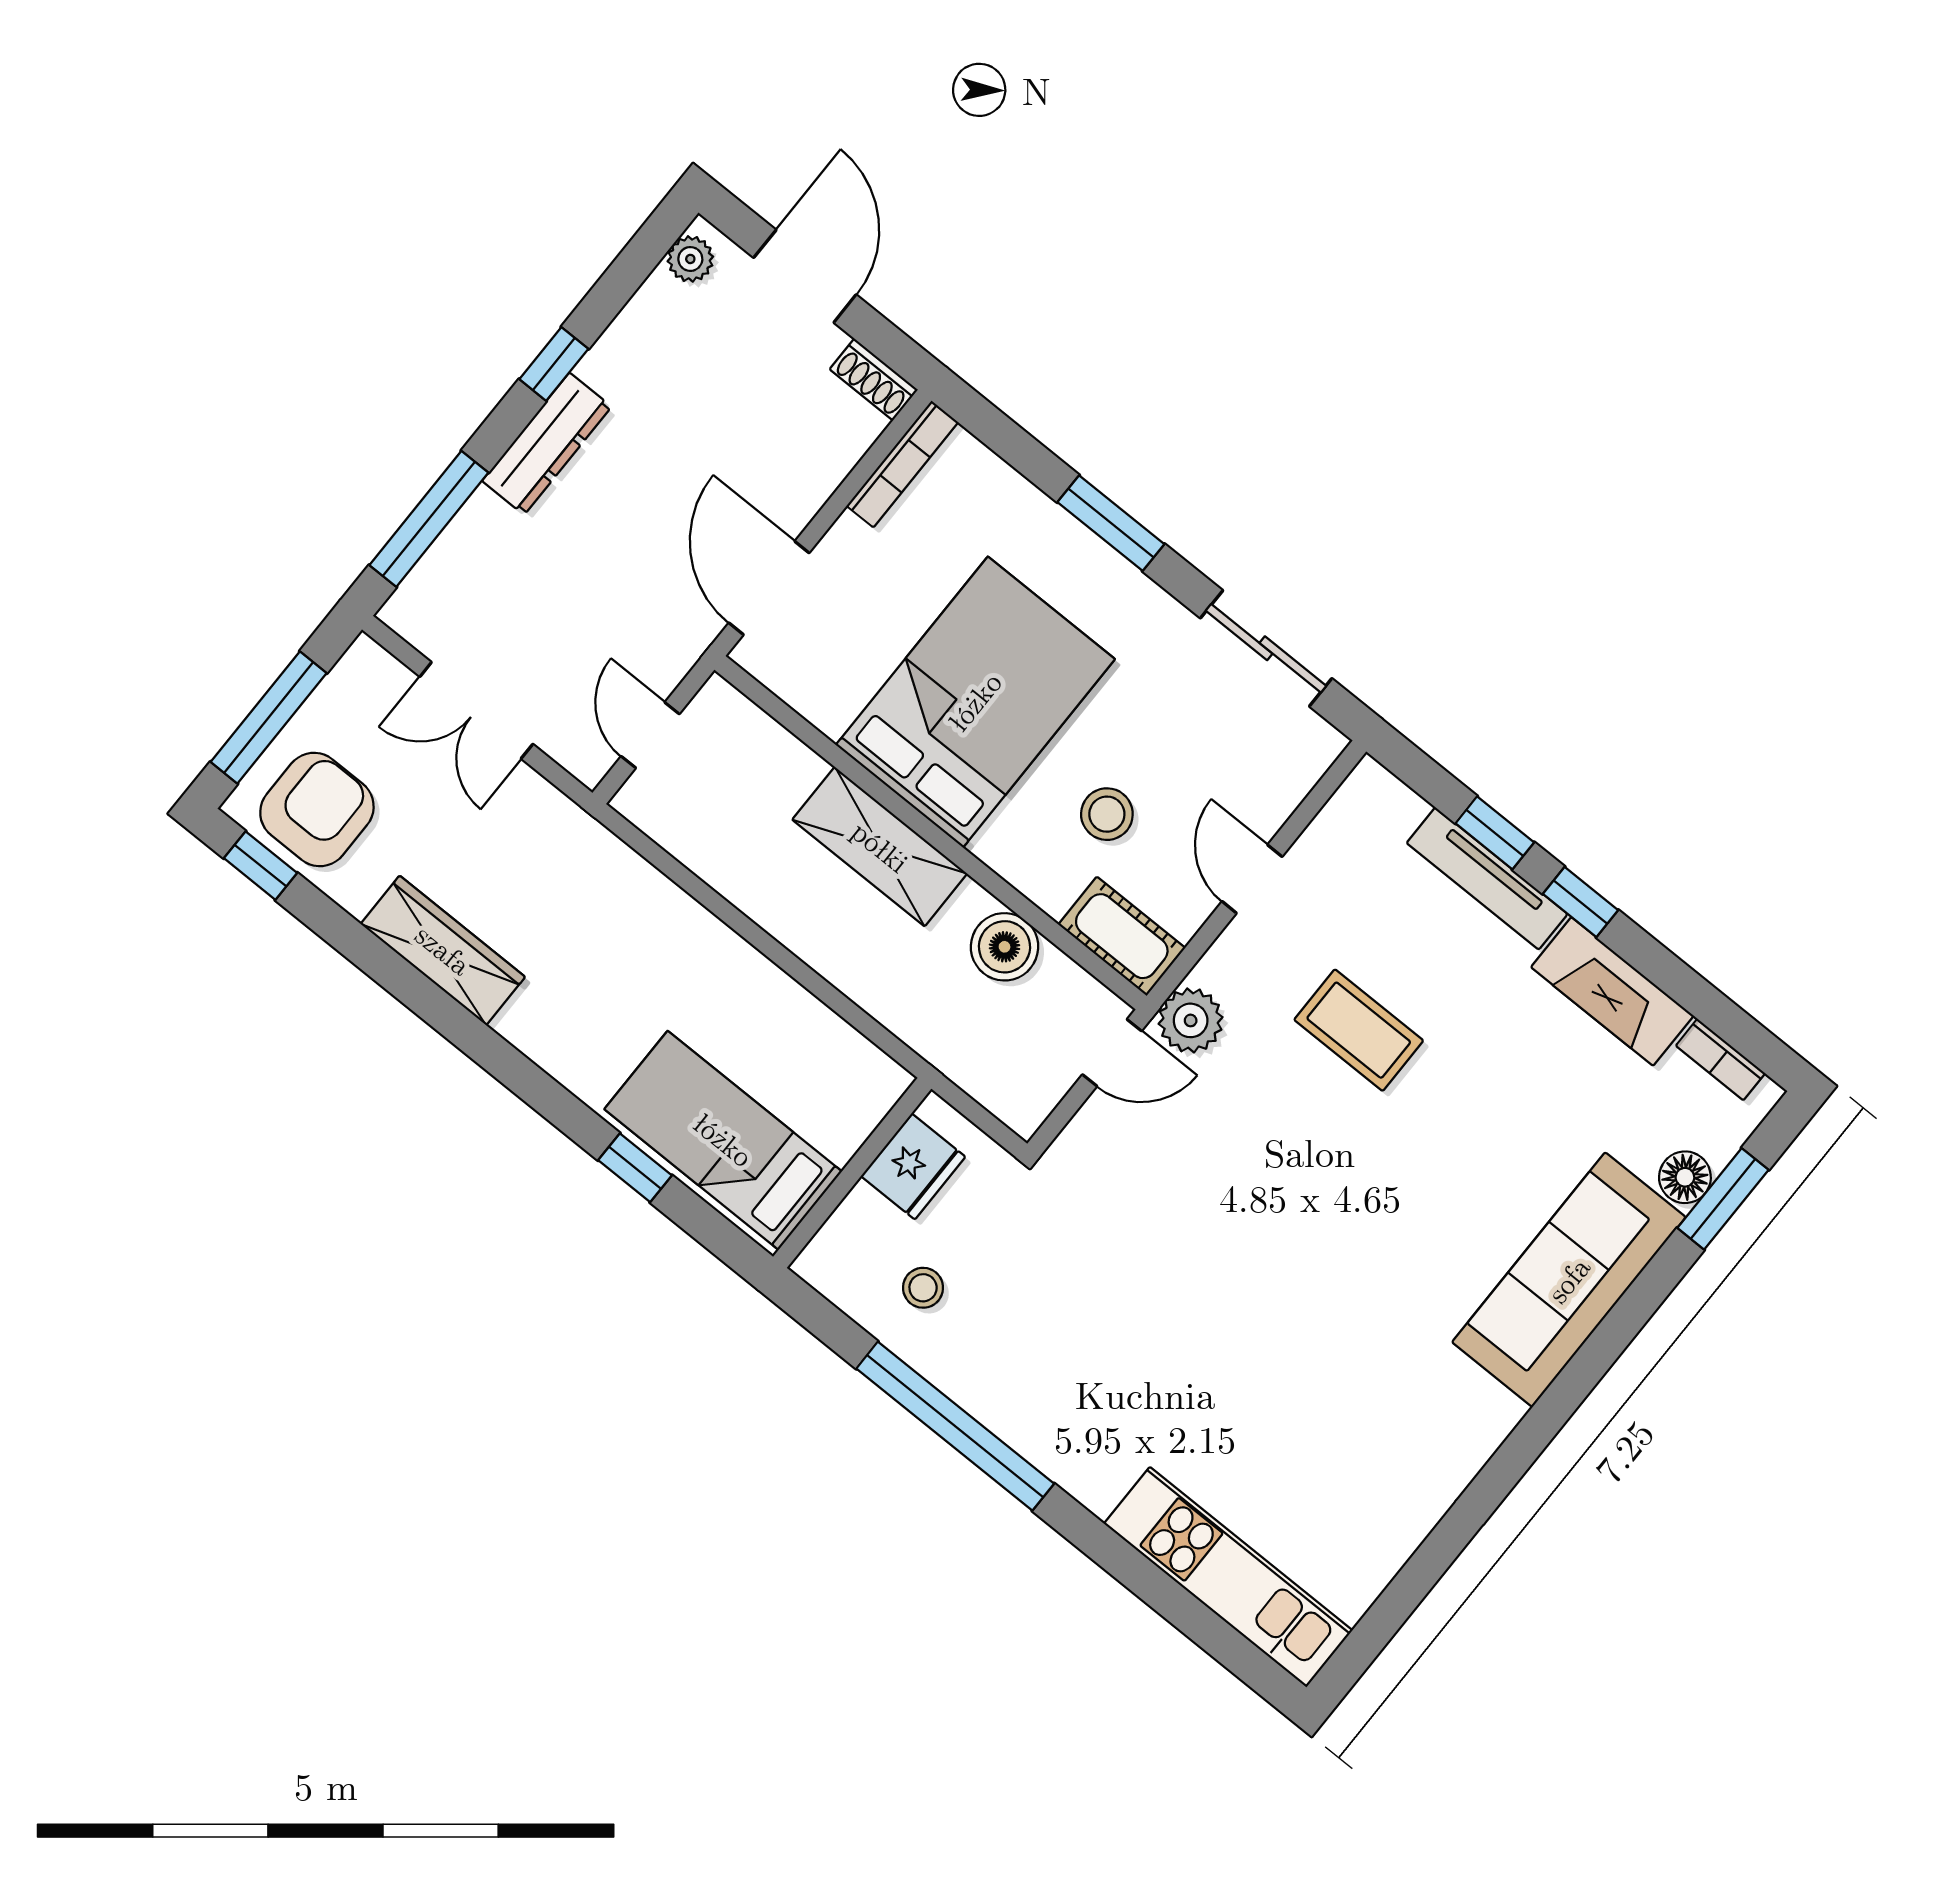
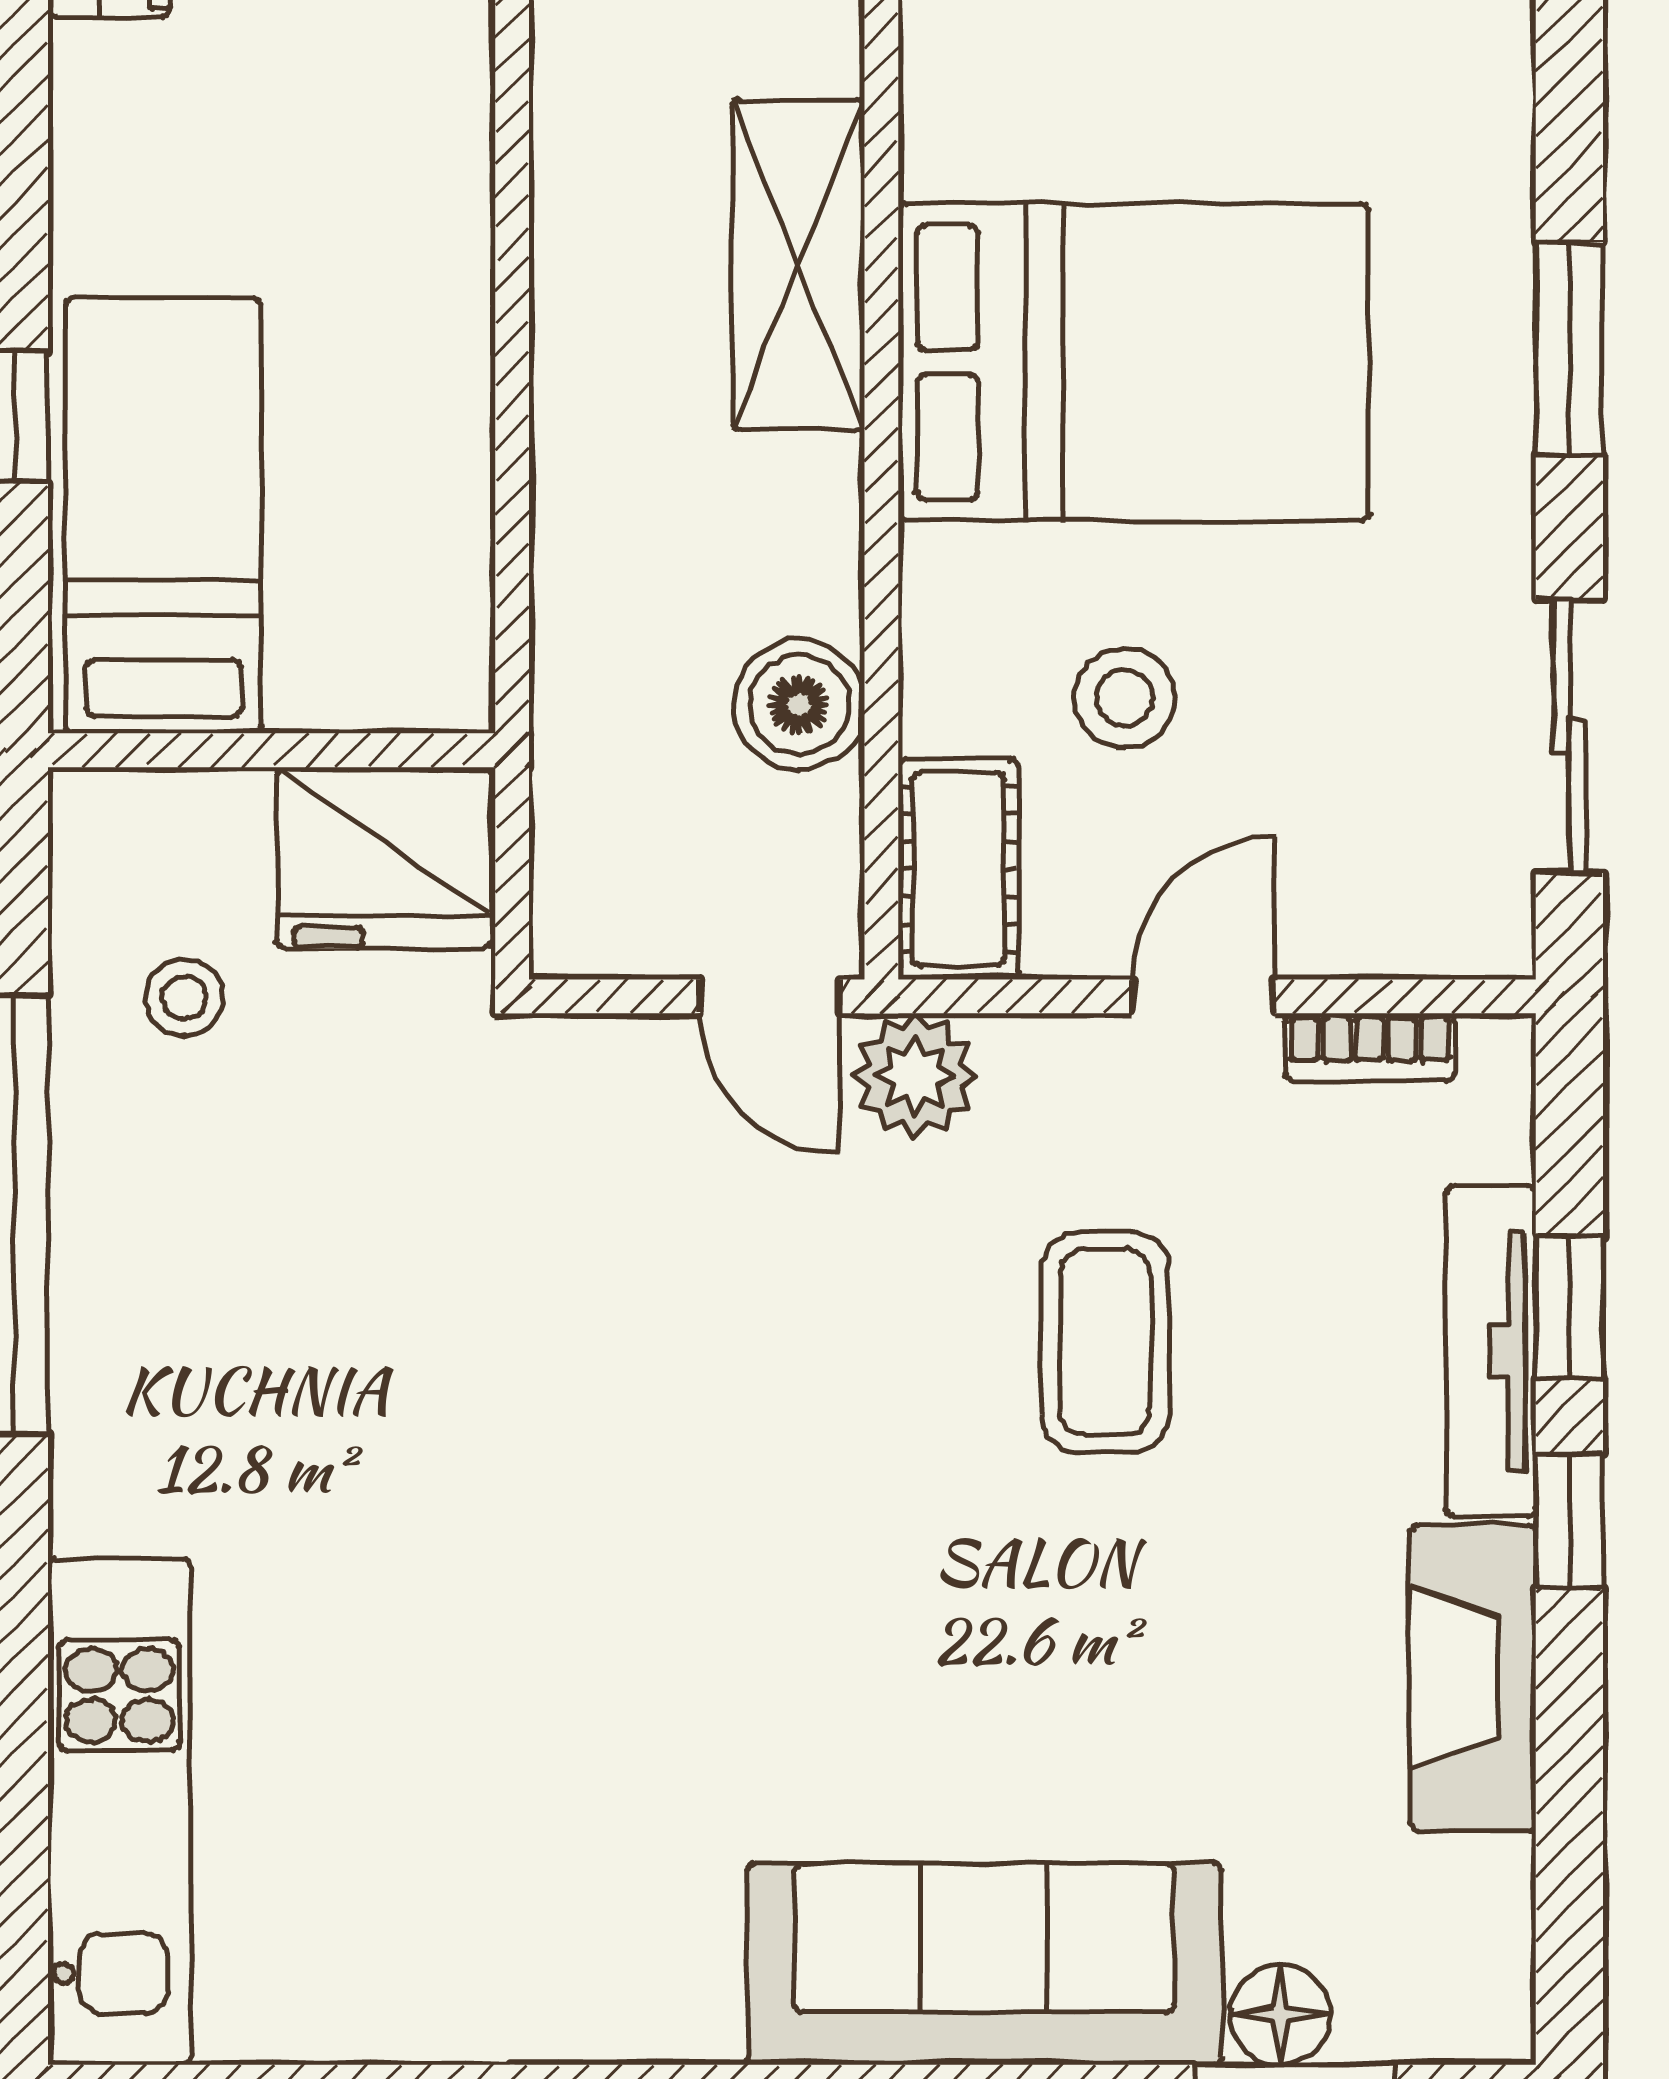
shelving: (880, 847) -> (798, 265), moved
bookcase: (1720, 1060) -> (1370, 1047), moved, turned -90
fridge: (913, 1166) -> (384, 858), width x1.36, depth x1.34

